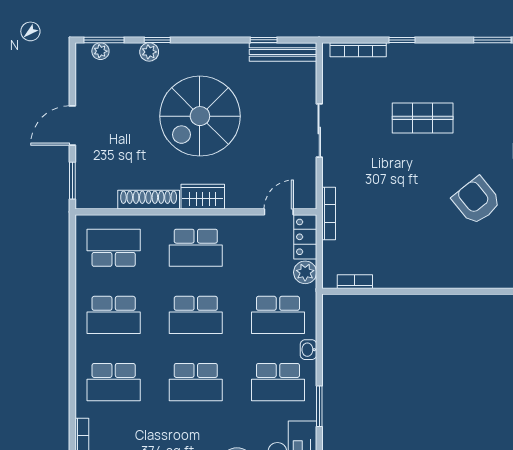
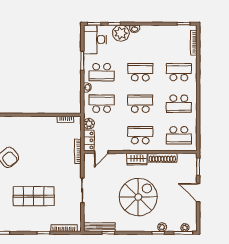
shop shelf: (423, 118) -> (34, 196), width x1.43, depth x1.36
door: (72, 125) -> (198, 193), swing flipped
school desk: (114, 315) -> (179, 104), turned 180
school desk: (278, 382) -> (102, 72), turned 180

